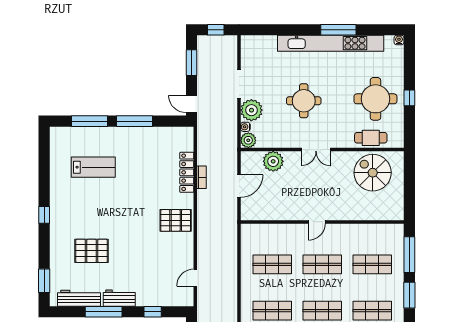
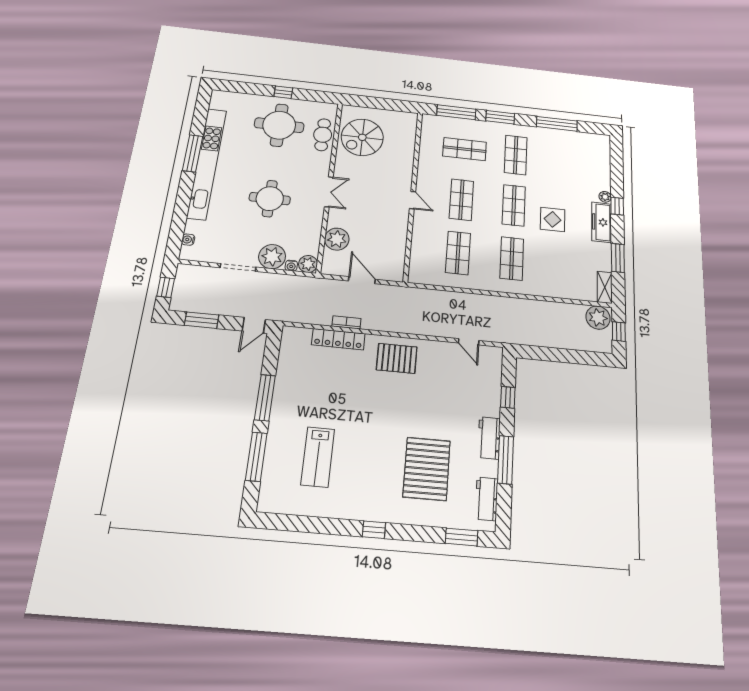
water cooler: (399, 40) -> (188, 240), moved
lab bench: (93, 167) -> (318, 457), turned 180
pallet: (176, 220) -> (397, 358), turned 90
pallet: (92, 251) -> (427, 469), width x1.37, depth x1.41
shop shelf: (372, 264) -> (465, 149), turned 90
workbench: (79, 298) -> (487, 499), width x0.73

